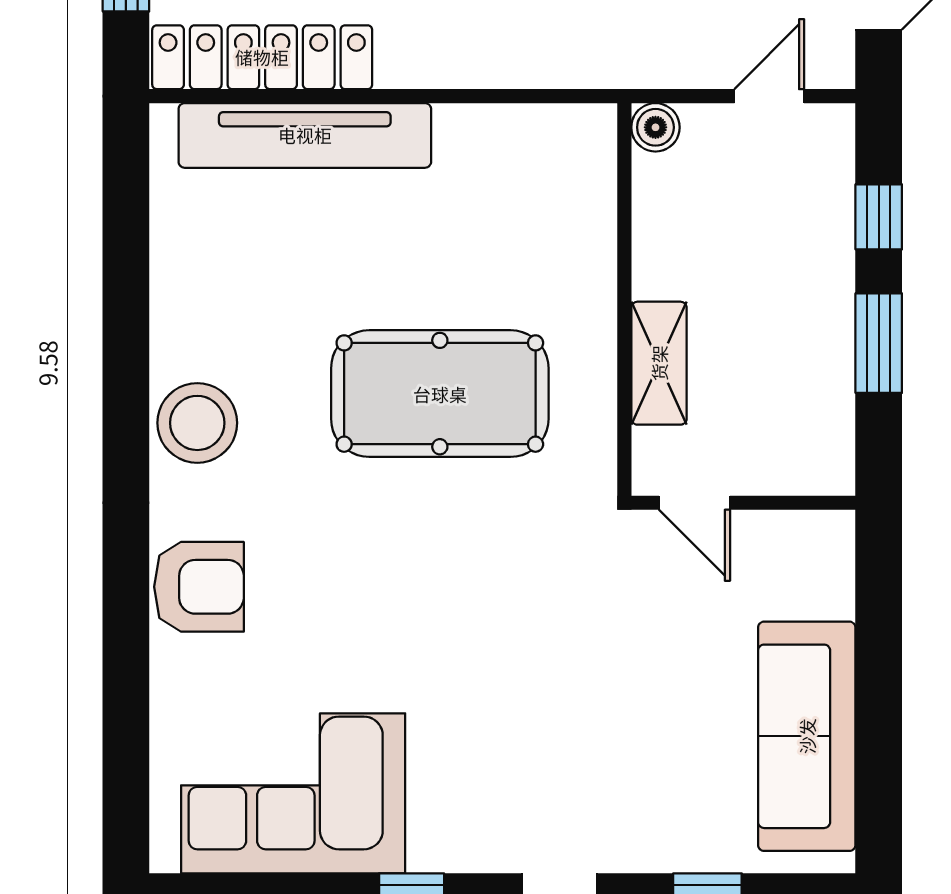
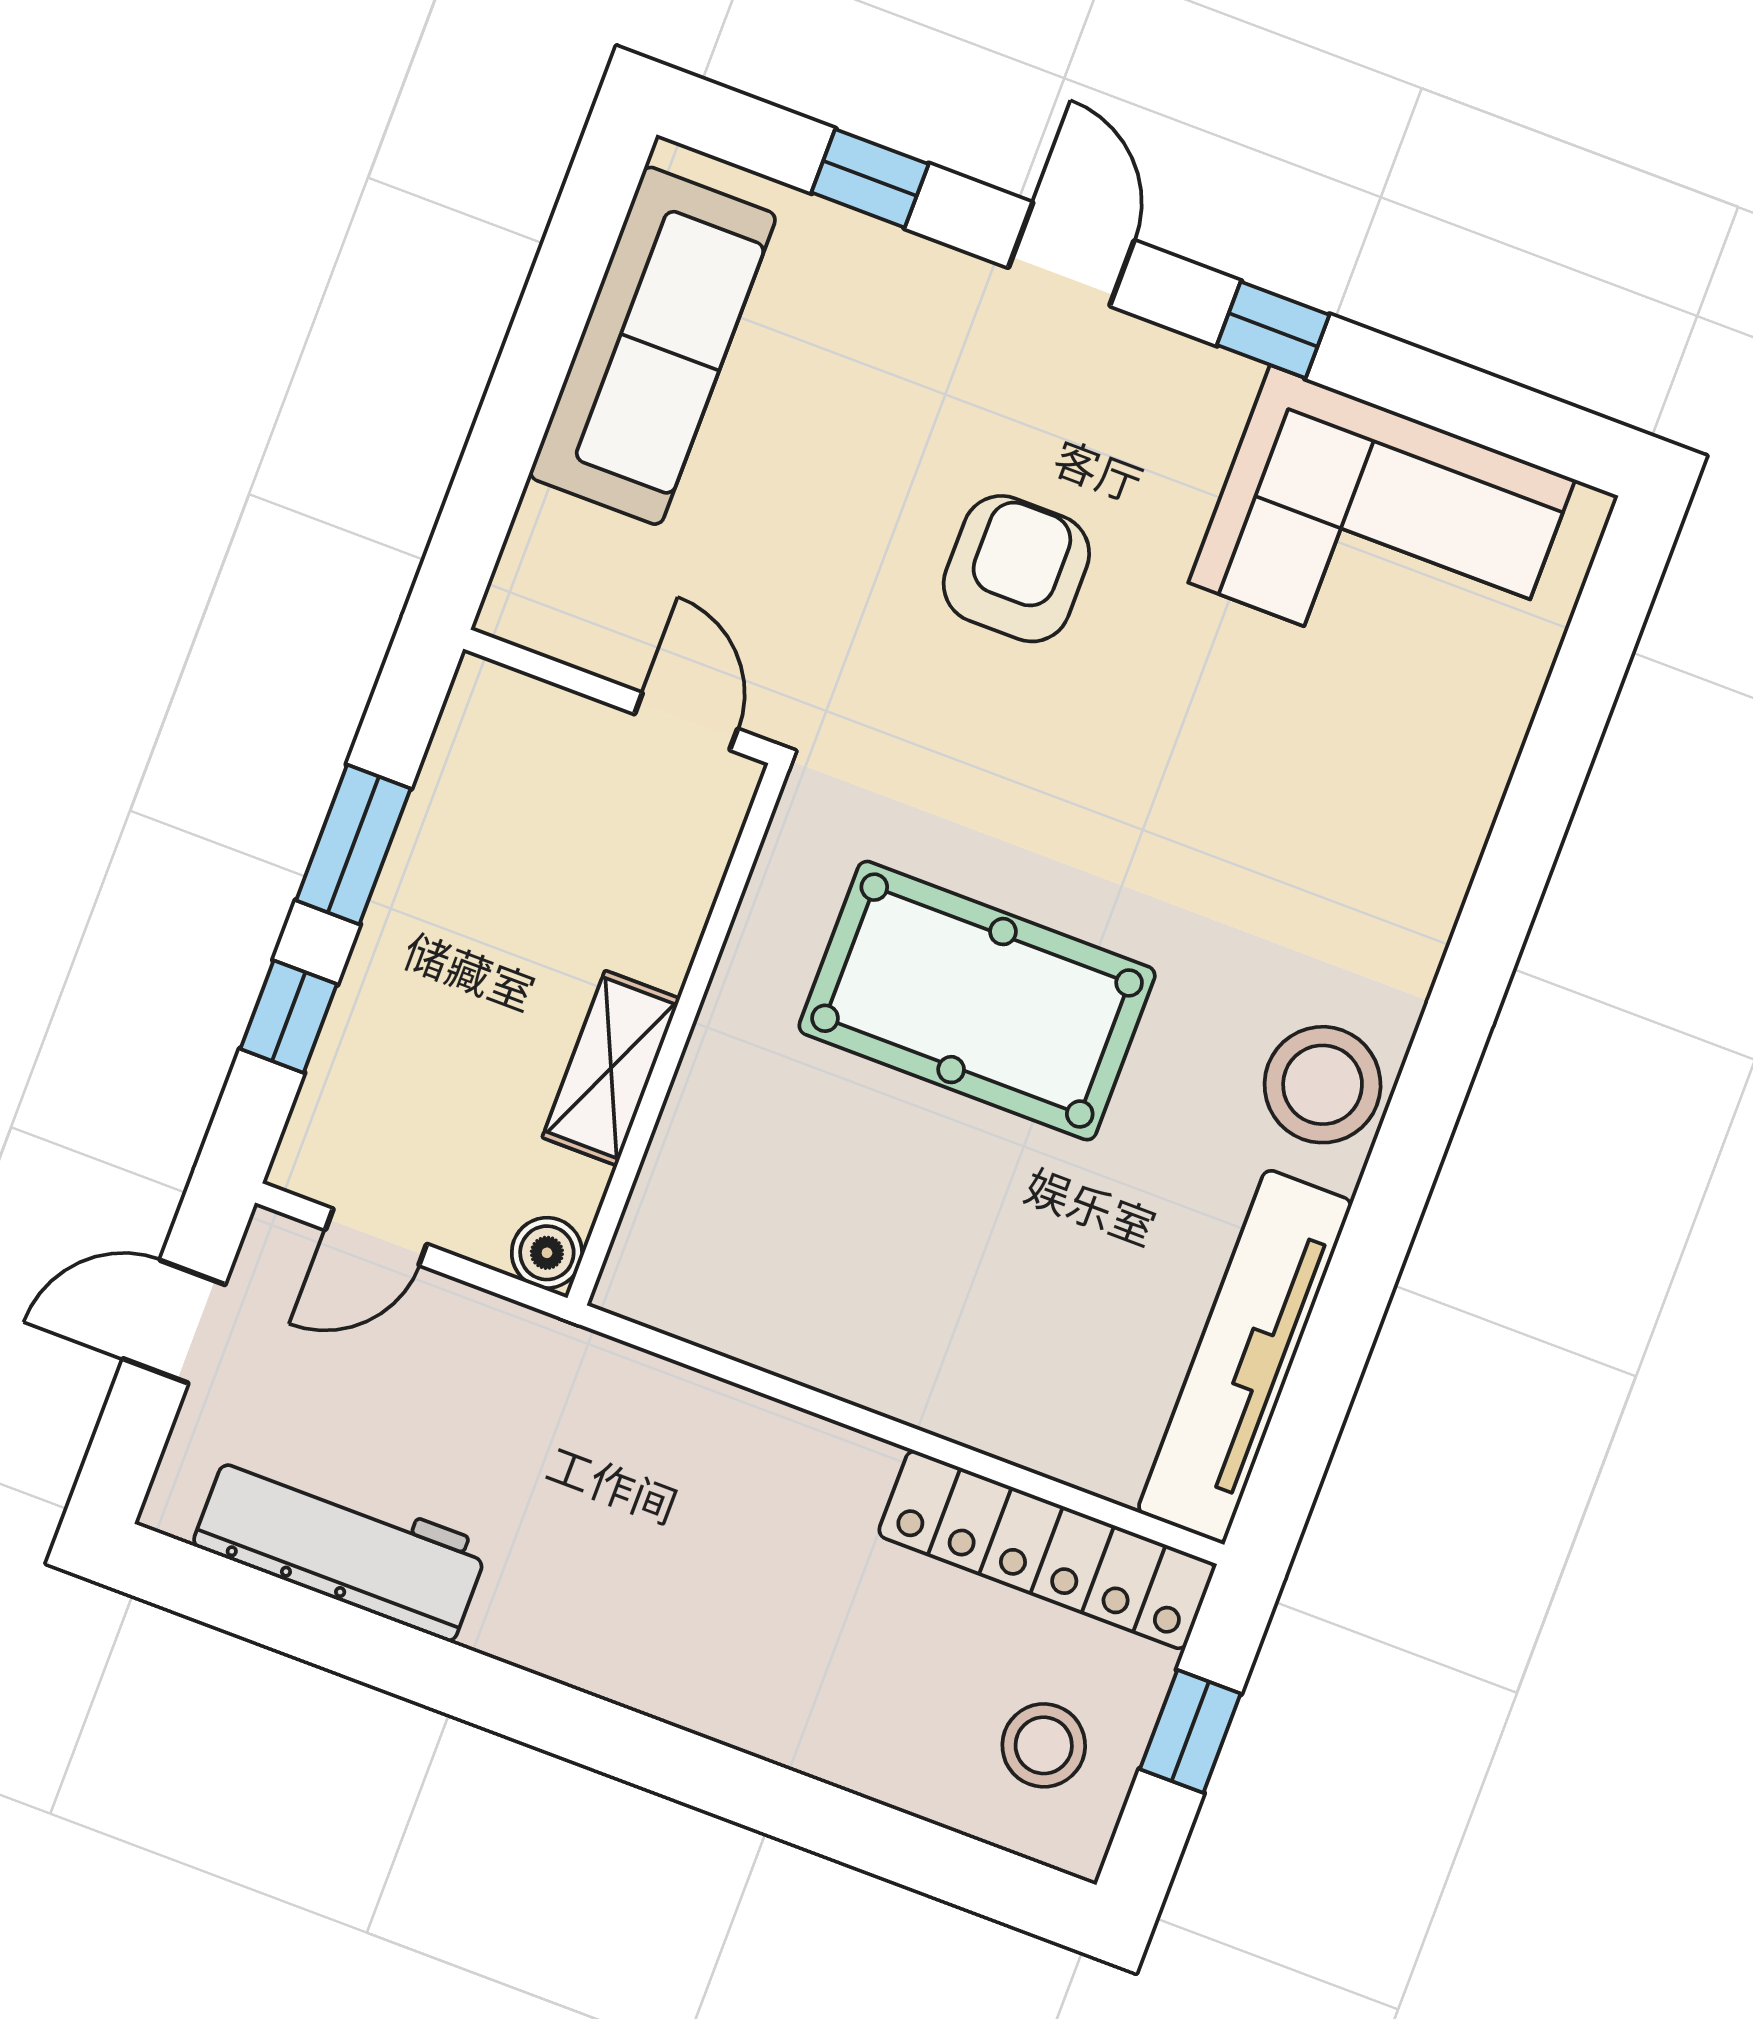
tv unit: (305, 135) -> (1245, 1356), moved, turned -90
shelving: (659, 363) -> (611, 1068), moved
armchair: (199, 587) -> (1016, 569), moved, turned 90

